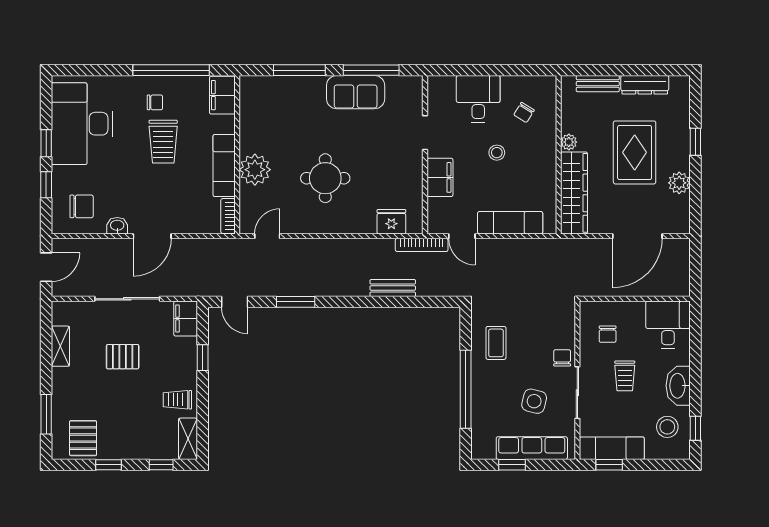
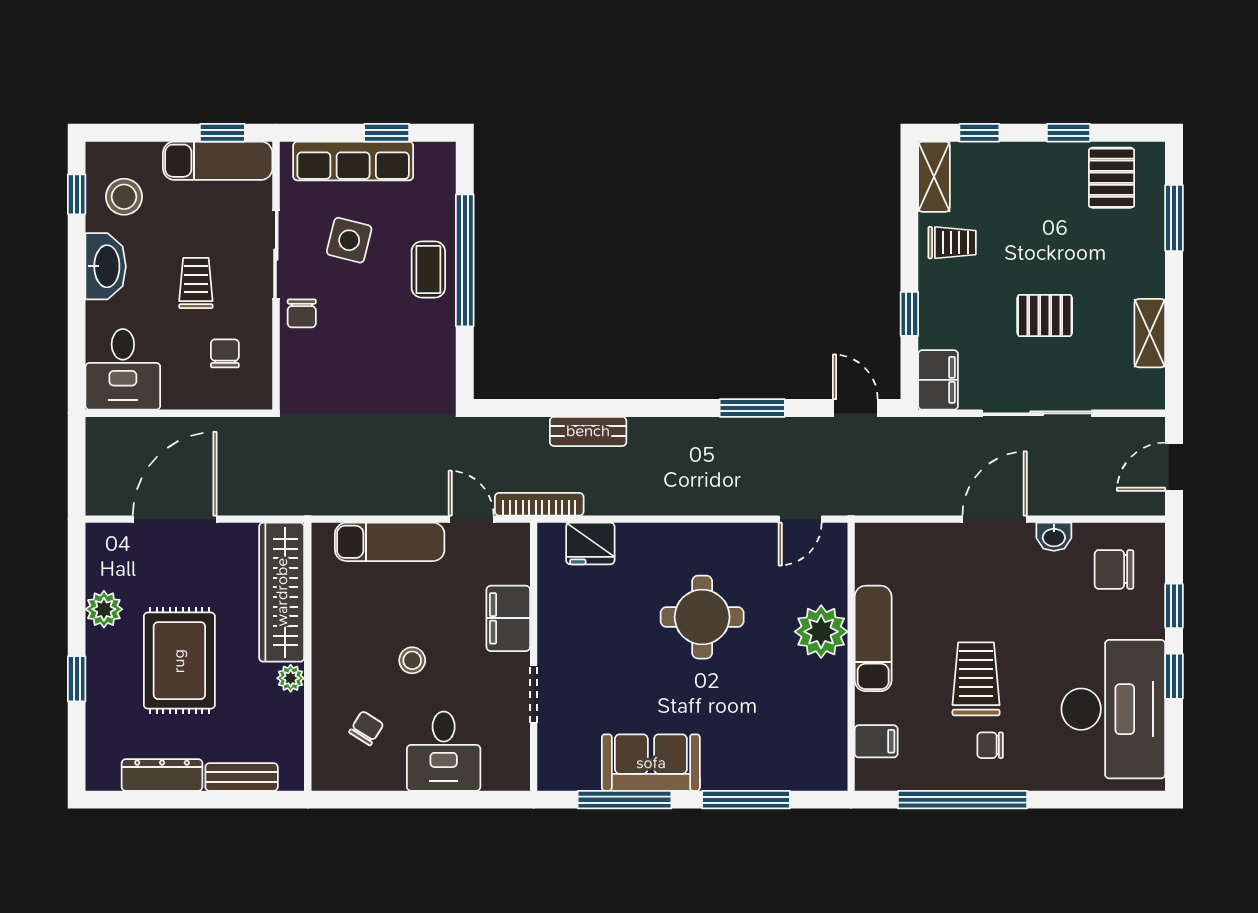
filing cabinet: (222, 95) -> (876, 741), width x0.50
bookcase: (228, 216) -> (867, 553), removed
coffee table: (496, 343) -> (428, 269), moved

